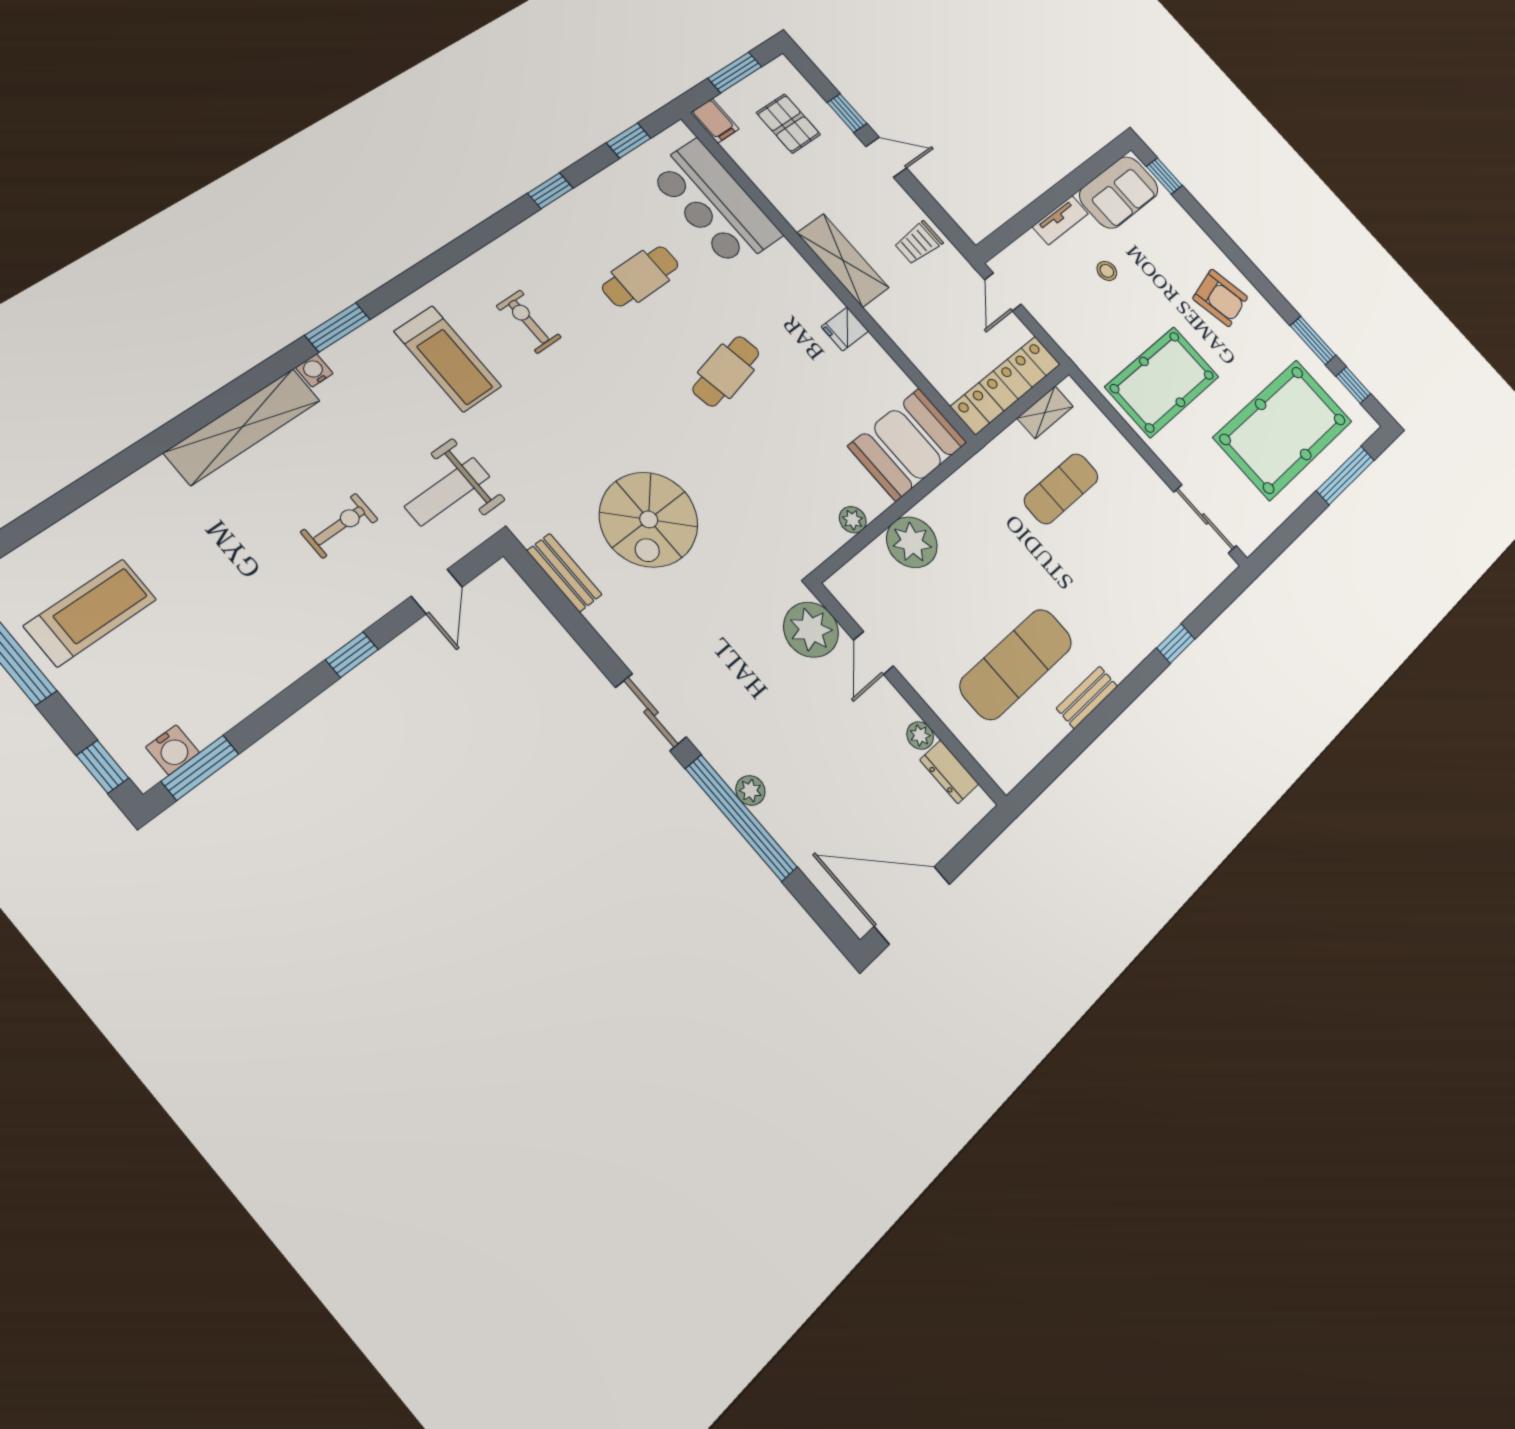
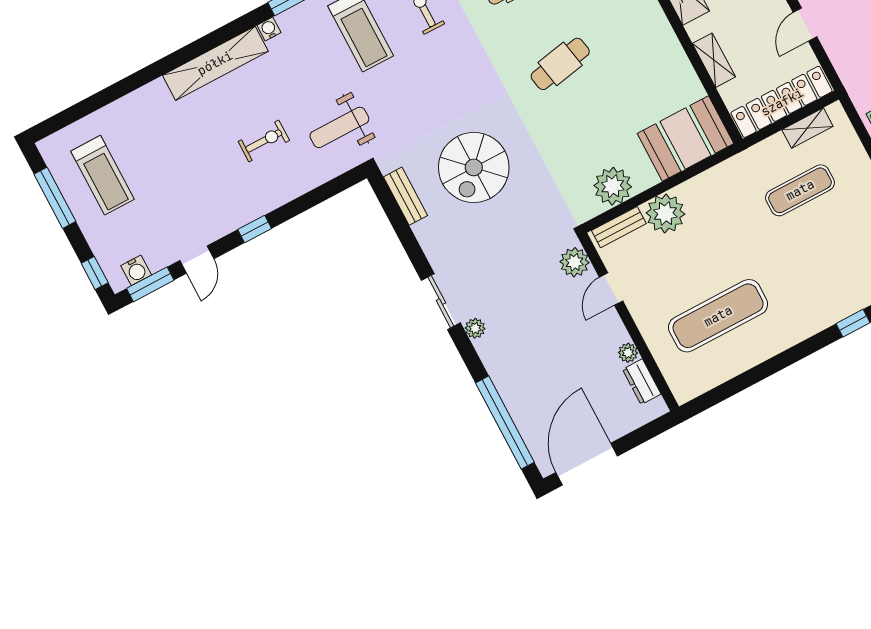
fridge: (845, 329) -> (663, 41), removed
shelving: (912, 345) -> (714, 60), added
plant: (853, 520) -> (613, 186), width x1.88, depth x1.88
door: (437, 592) -> (197, 260), moved
treadmill: (90, 613) -> (103, 175), turned 90
plant: (811, 630) -> (574, 262), width x0.73, depth x0.73
bench: (1087, 697) -> (619, 227), moved
plant: (750, 790) -> (475, 328), moved
window: (741, 818) -> (505, 423), moved
door: (912, 905) -> (587, 464), hinge flipped

